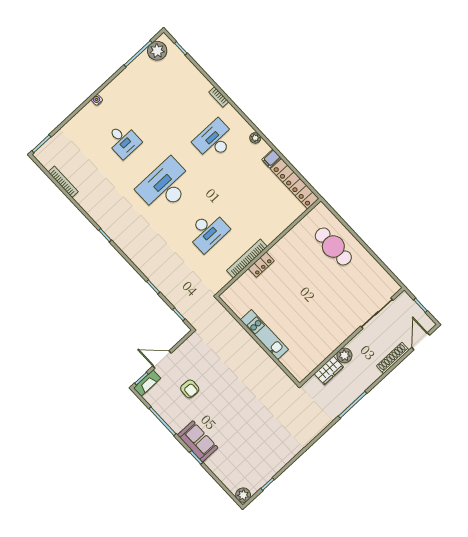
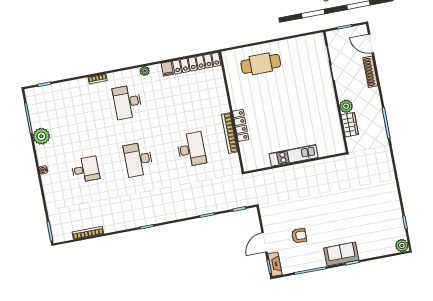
plant: (157, 51) -> (41, 136), moved
desk: (165, 186) -> (138, 159), width x0.73, depth x0.77
locker: (261, 265) -> (241, 125), width x1.53

